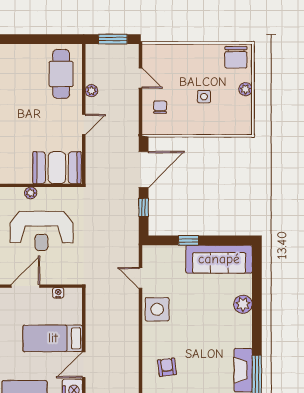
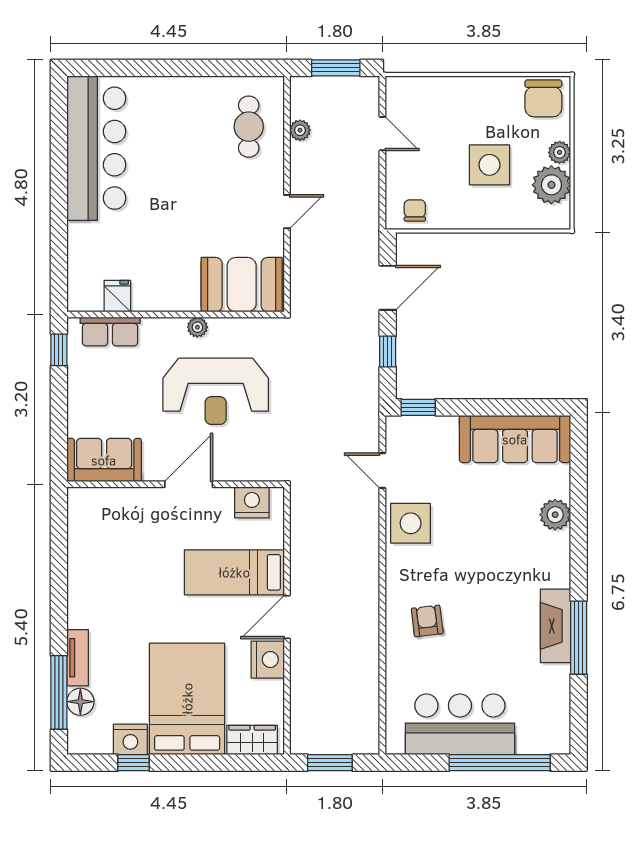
cafe table: (61, 74) -> (249, 127), width x0.73, depth x0.74
plant: (92, 91) -> (300, 130), moved
side table: (204, 97) -> (489, 165), width x1.87, depth x1.87
chair: (160, 107) -> (415, 210), moved
plant: (241, 108) -> (551, 185), added
door: (144, 170) -> (388, 288), width x0.73
window: (189, 240) -> (418, 407), moved
nightstand: (58, 293) -> (252, 502), width x1.89, depth x1.79

